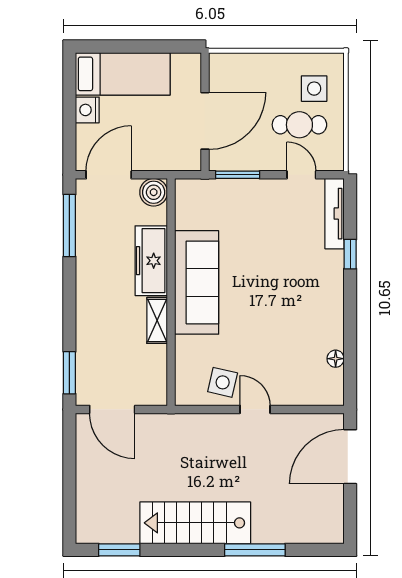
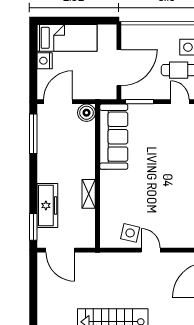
freezer: (151, 261) -> (47, 206), moved, turned 180
sofa: (197, 282) -> (114, 137), moved

